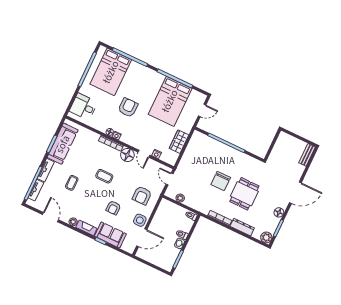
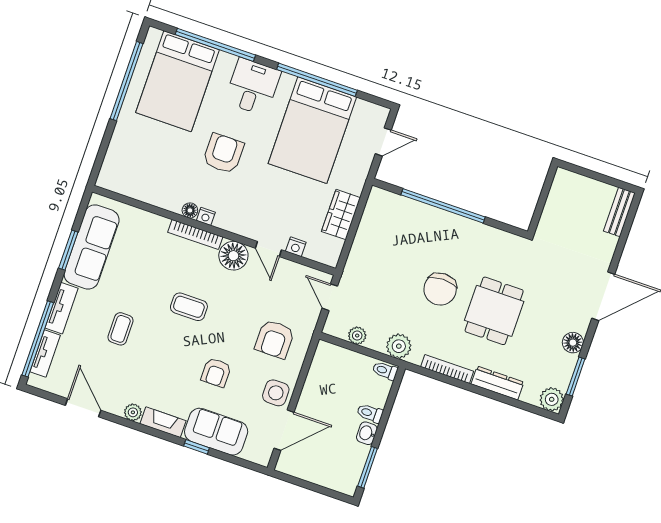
desk: (84, 107) -> (253, 87), moved, turned 90
plant: (199, 205) -> (399, 346), added

